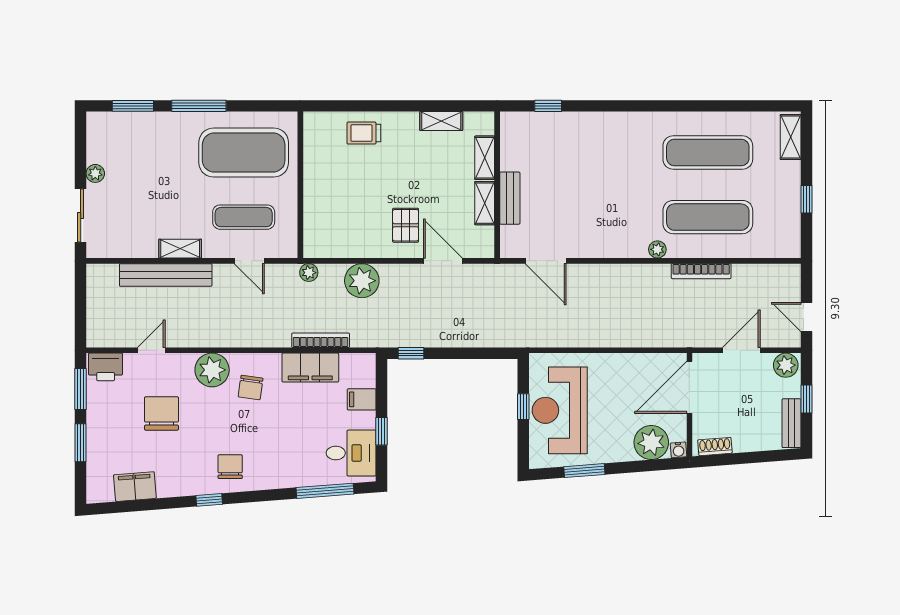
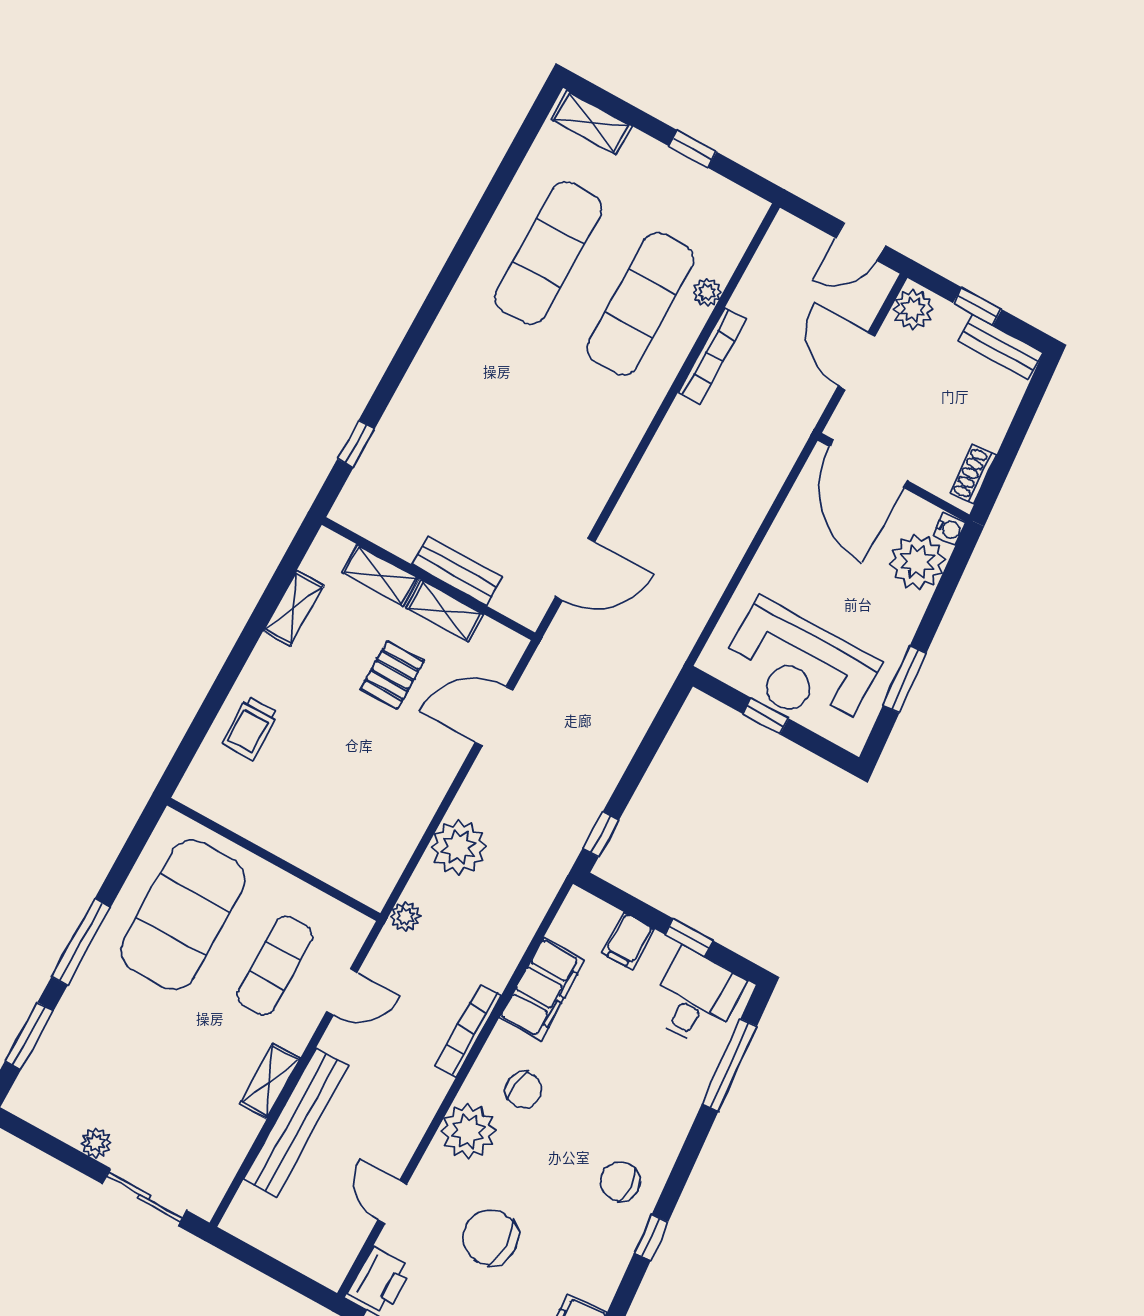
pallet: (406, 225) -> (392, 675), moved, turned 90
plant: (657, 249) -> (707, 292), moved
bookcase: (321, 340) -> (468, 1030), moved

